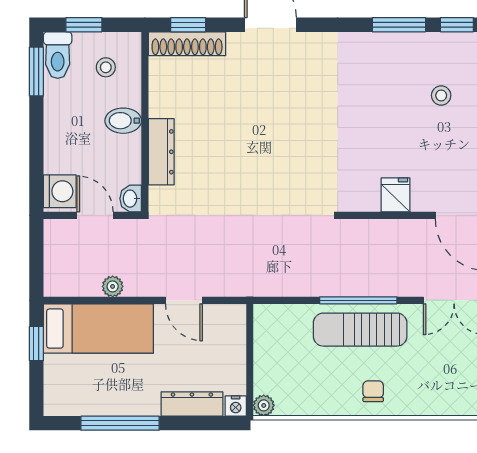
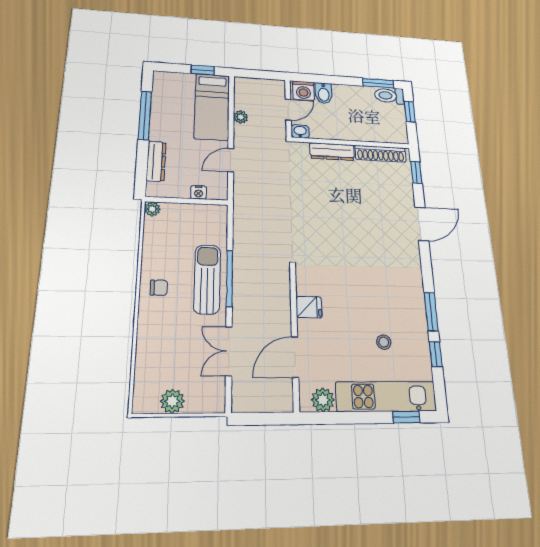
shoe rack: (187, 44) -> (381, 154), moved, turned -90
stool: (106, 67) -> (384, 122), removed
bidet: (123, 121) -> (324, 93), moved, turned 180
nightstand: (236, 406) -> (198, 192), moved, turned -90

